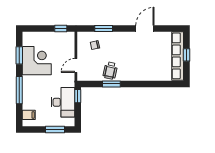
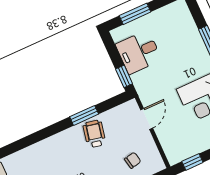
desk: (63, 102) -> (139, 52), width x0.73
filing cabinet: (29, 115) -> (182, 18), removed

